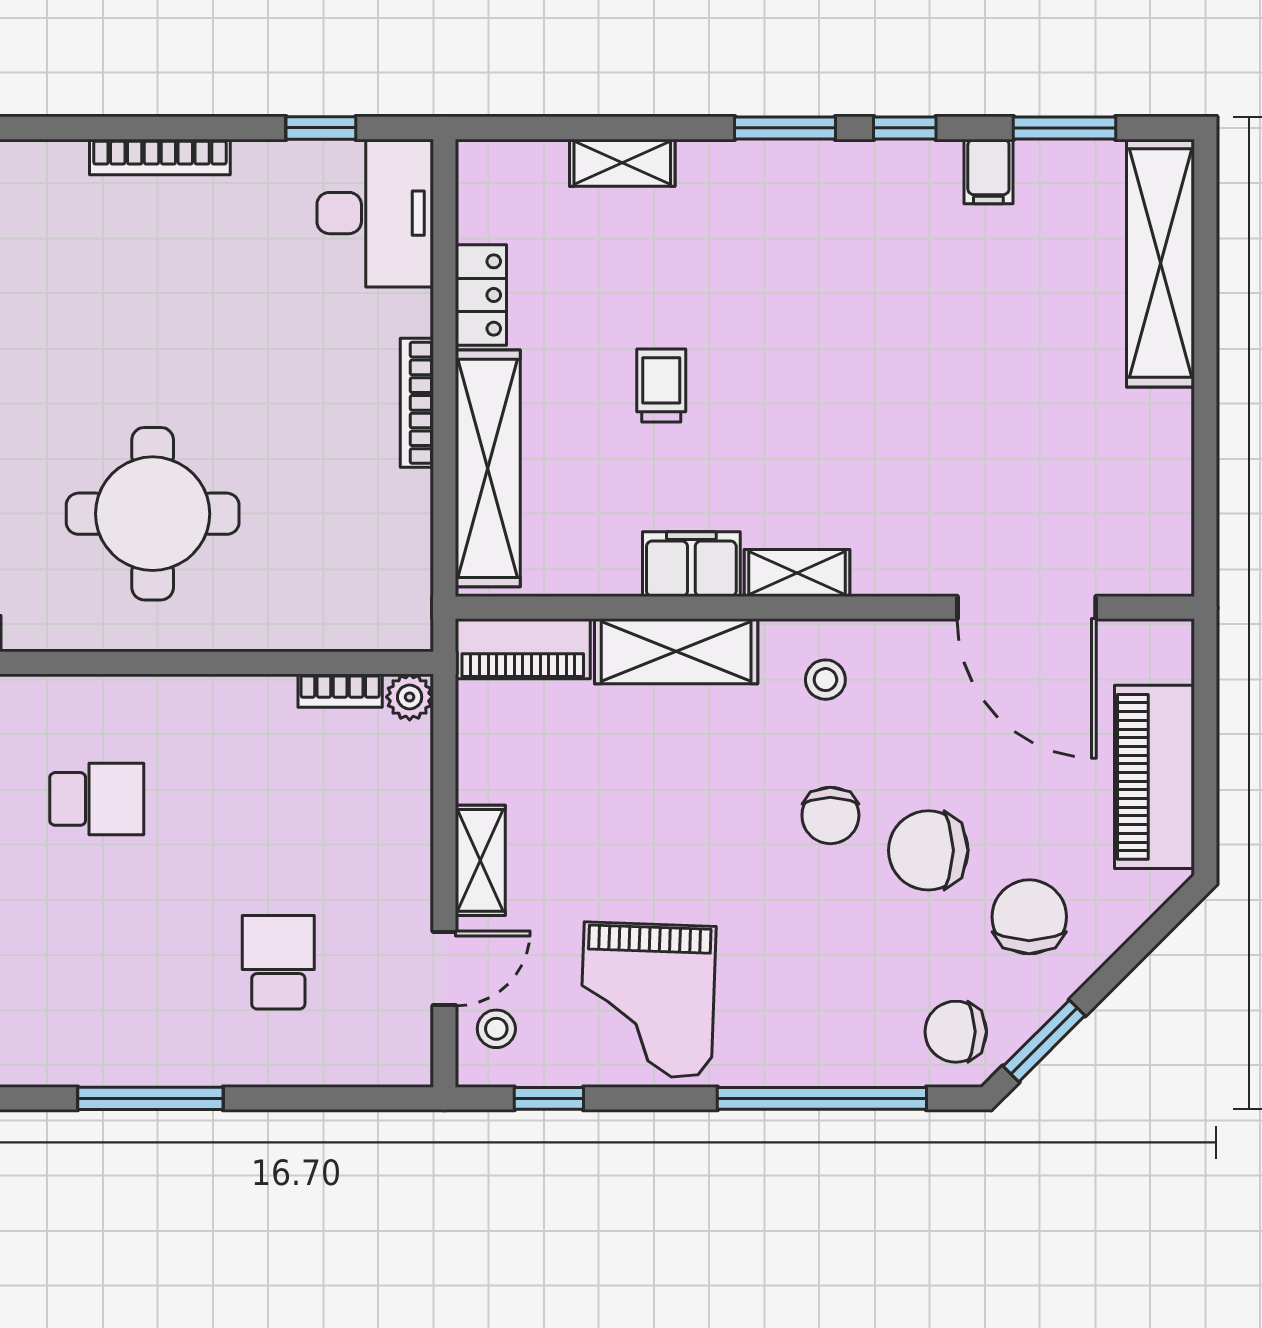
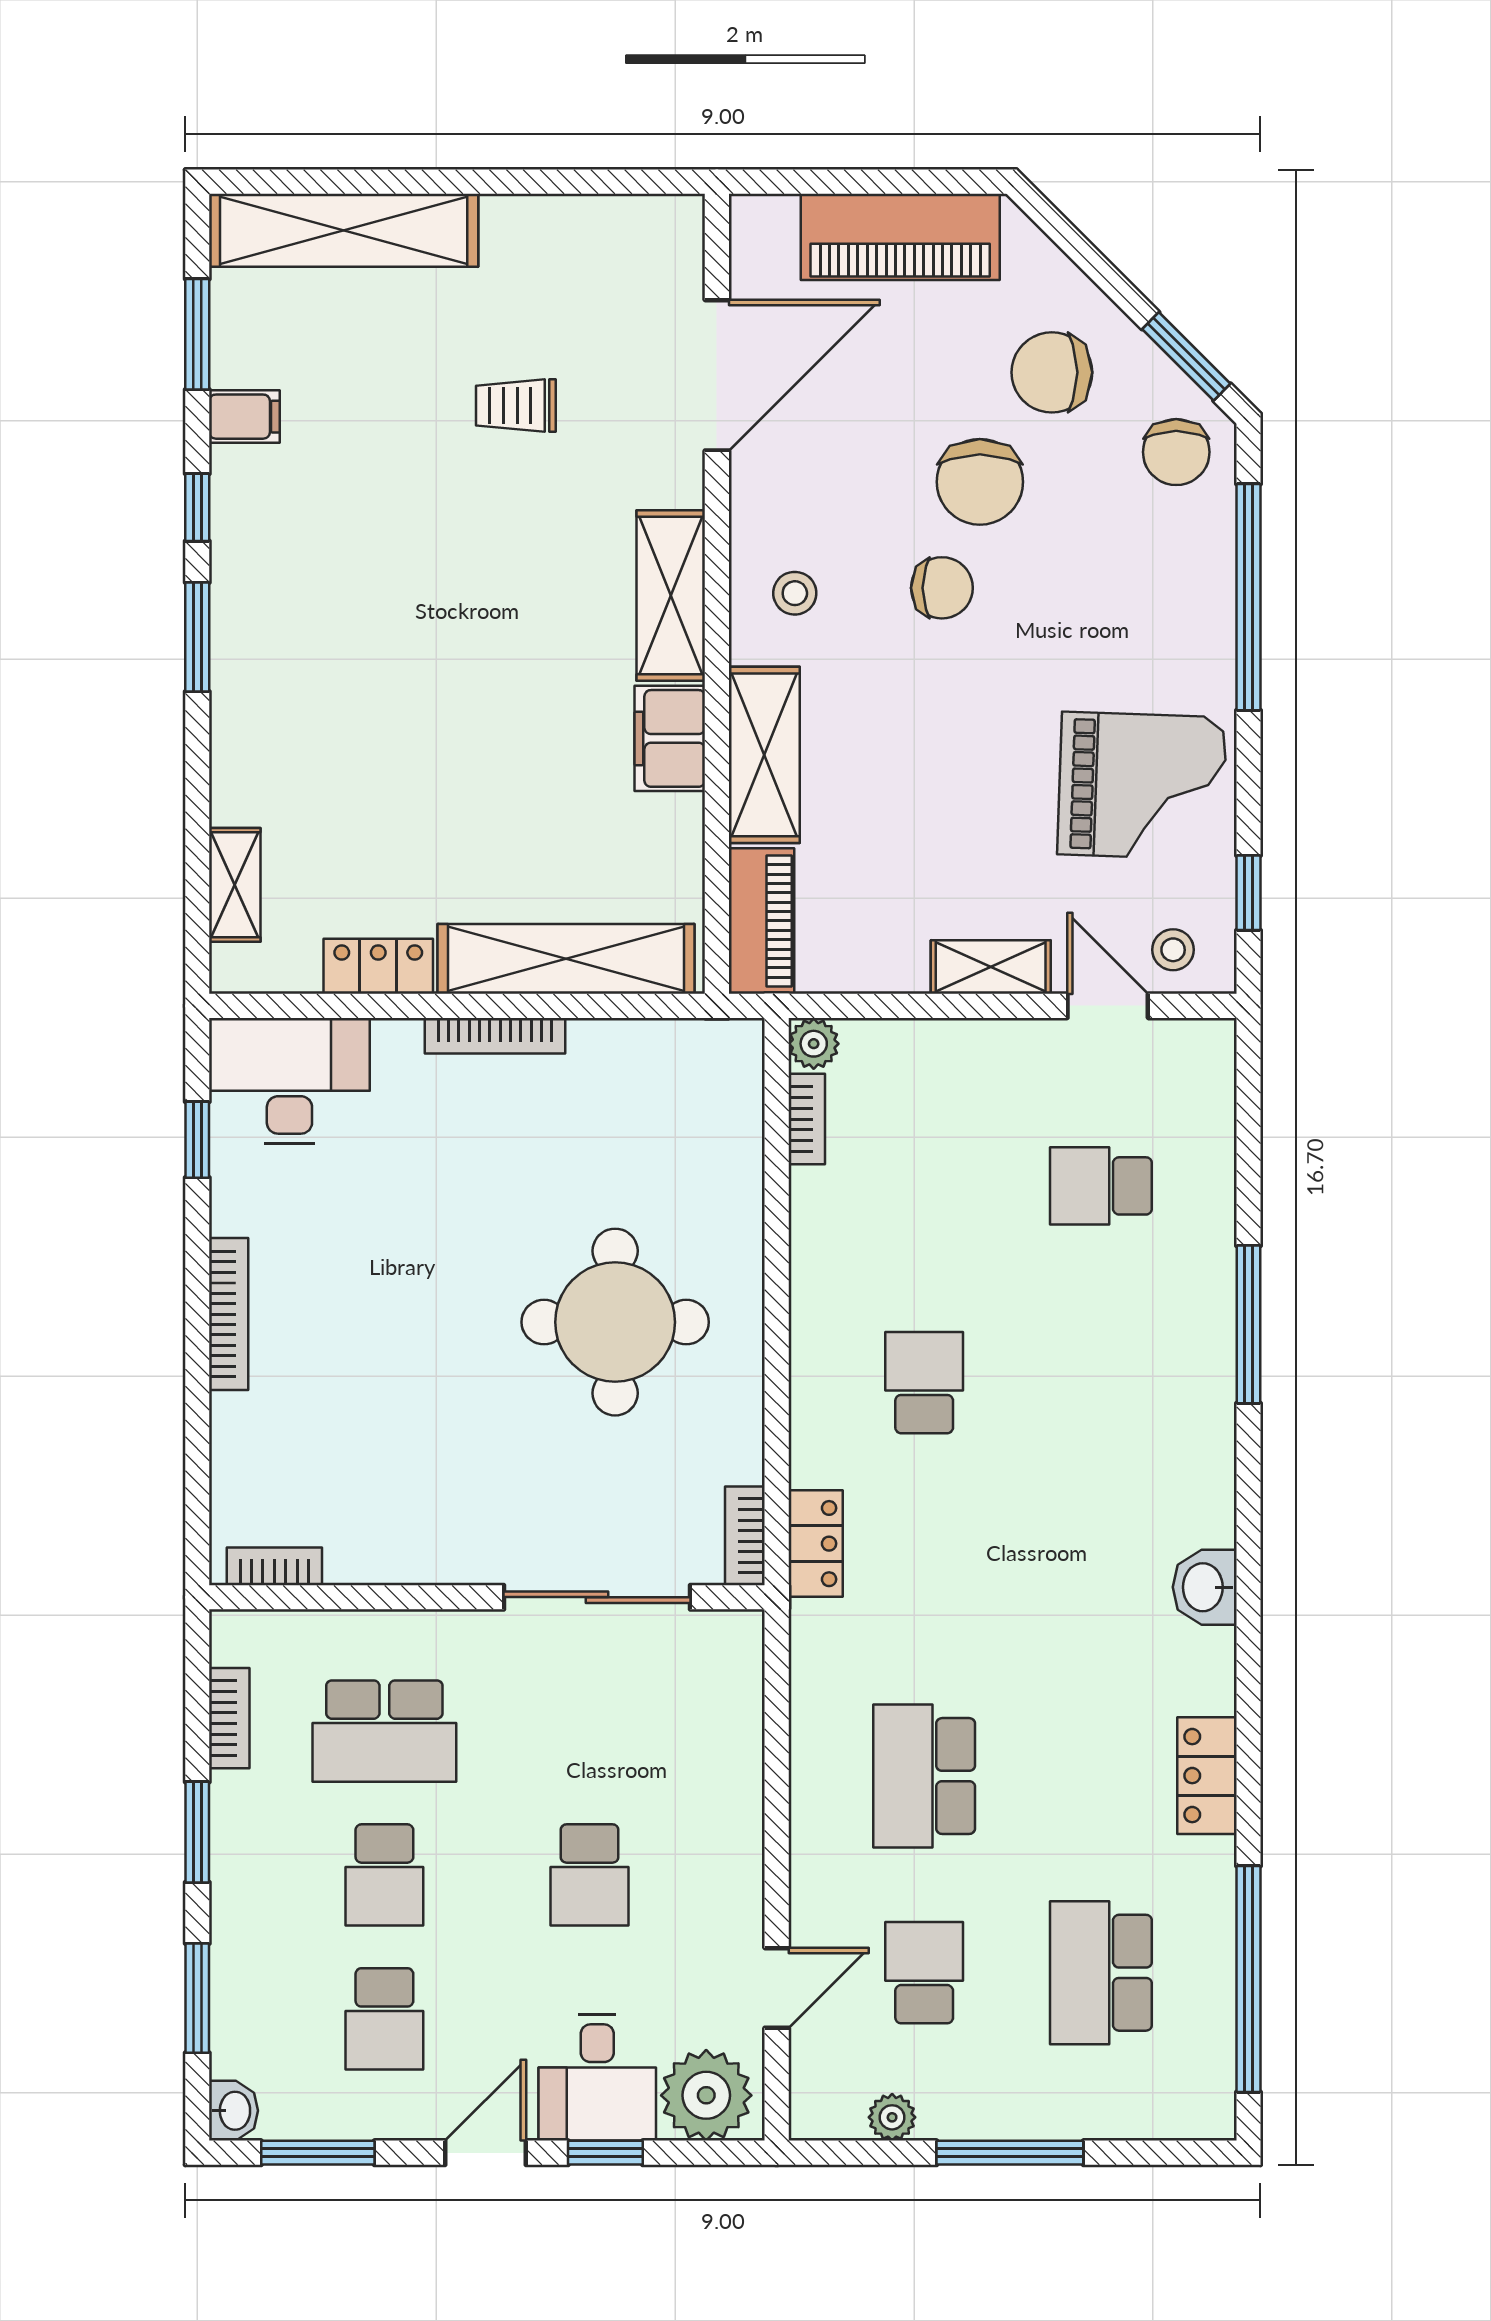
shelving: (622, 163) -> (235, 885), moved
trolley: (661, 385) -> (516, 406), moved
shelving: (797, 573) -> (671, 595), width x1.50, depth x1.33

